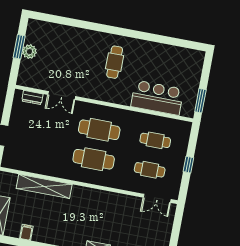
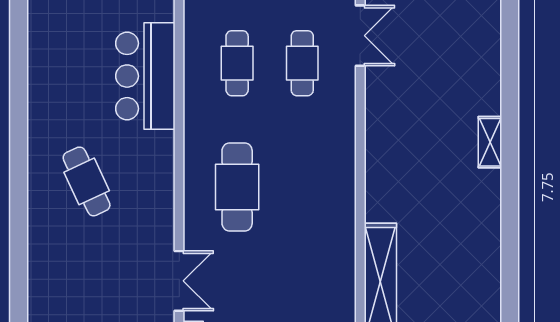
cafe table: (115, 62) -> (87, 181), turned 65
cafe table: (94, 159) -> (302, 187), removed
filing cabinet: (26, 232) -> (486, 301), removed

